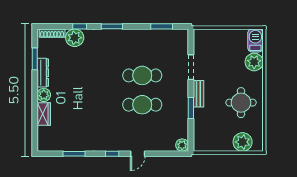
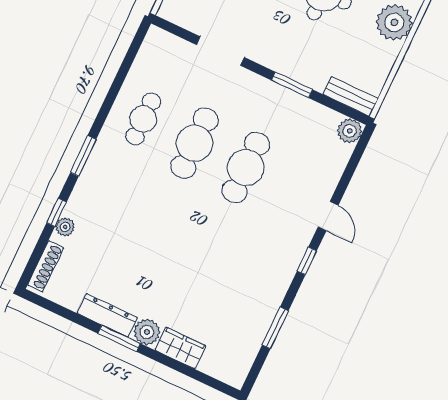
window: (162, 26) -> (124, 69), removed
plant: (75, 38) -> (65, 227), width x0.53, depth x0.53
cafe table: (142, 46) -> (143, 119), added
window: (35, 59) -> (119, 338), moved
bench: (198, 94) -> (351, 96), moved

